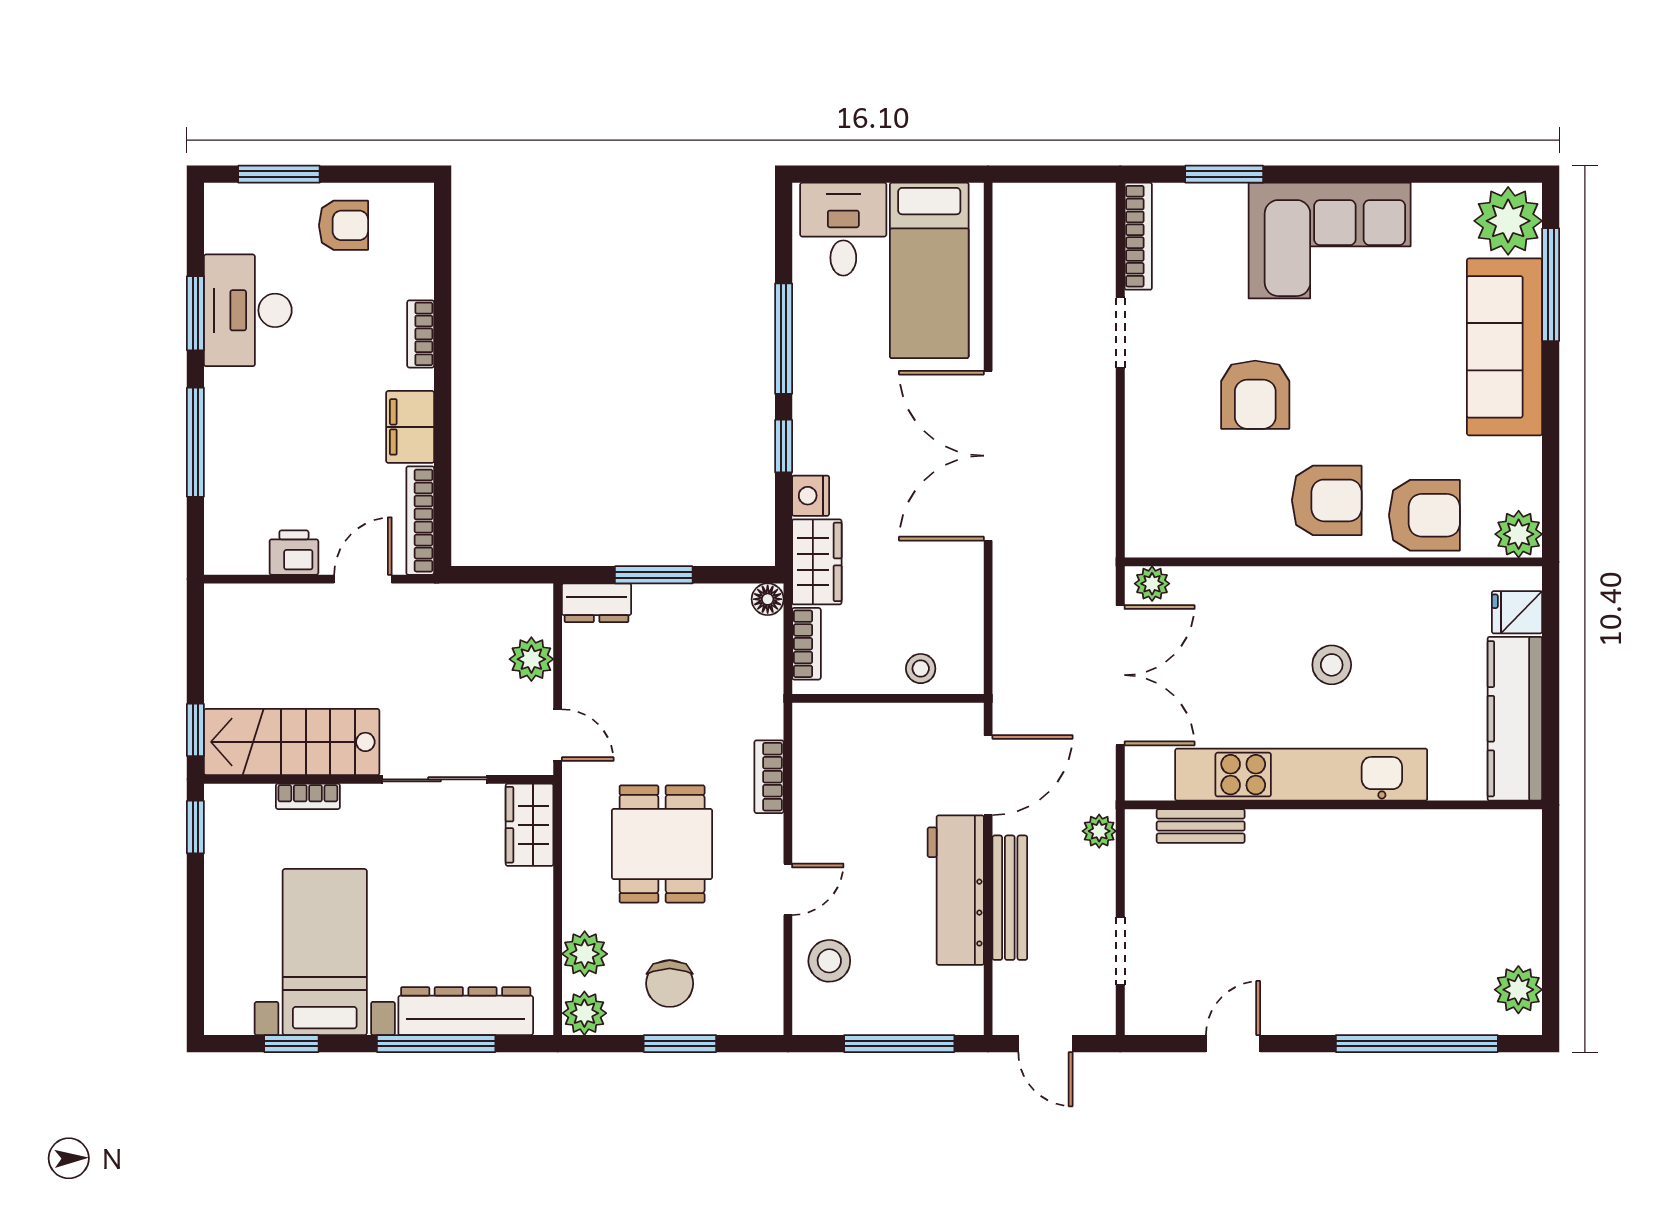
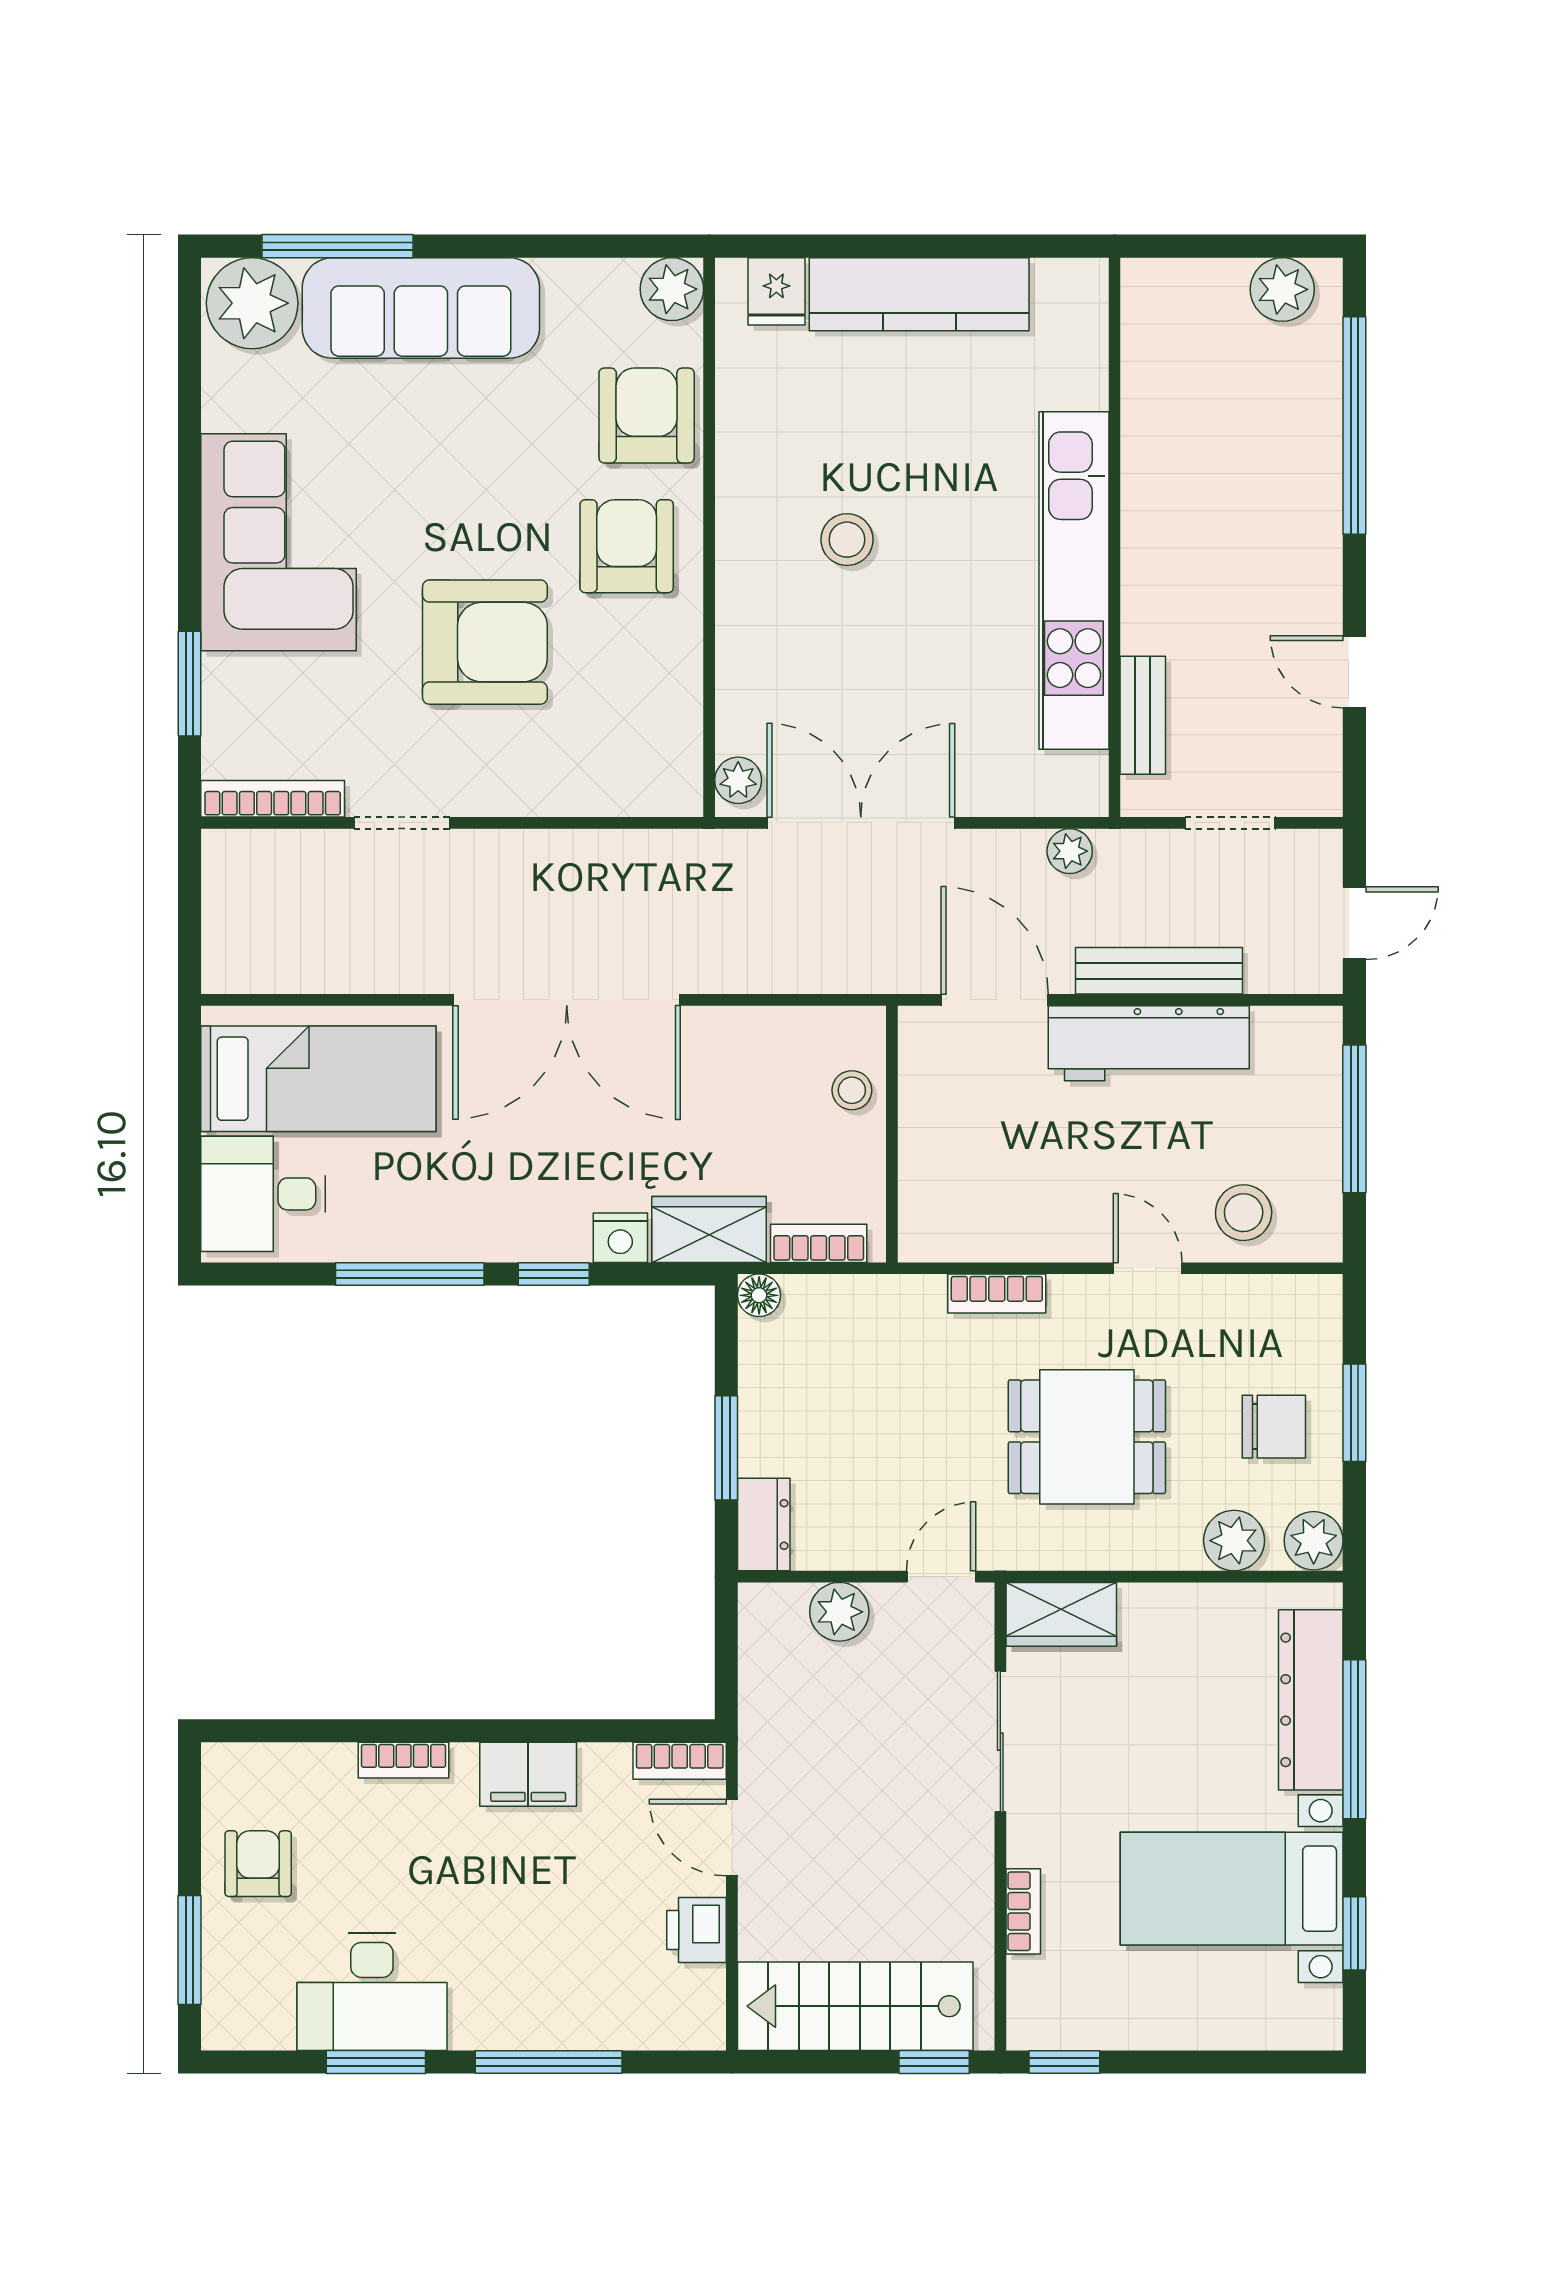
armchair: (1255, 395) -> (485, 642), width x1.36, depth x1.36
bookcase: (420, 521) -> (680, 1761), width x0.64
stairs: (292, 742) -> (855, 2006), moved, turned 90
kitchen unit: (1301, 775) -> (1074, 580), moved
wall: (1333, 805) -> (1115, 537), moved
bench: (1201, 826) -> (1143, 715), moved

